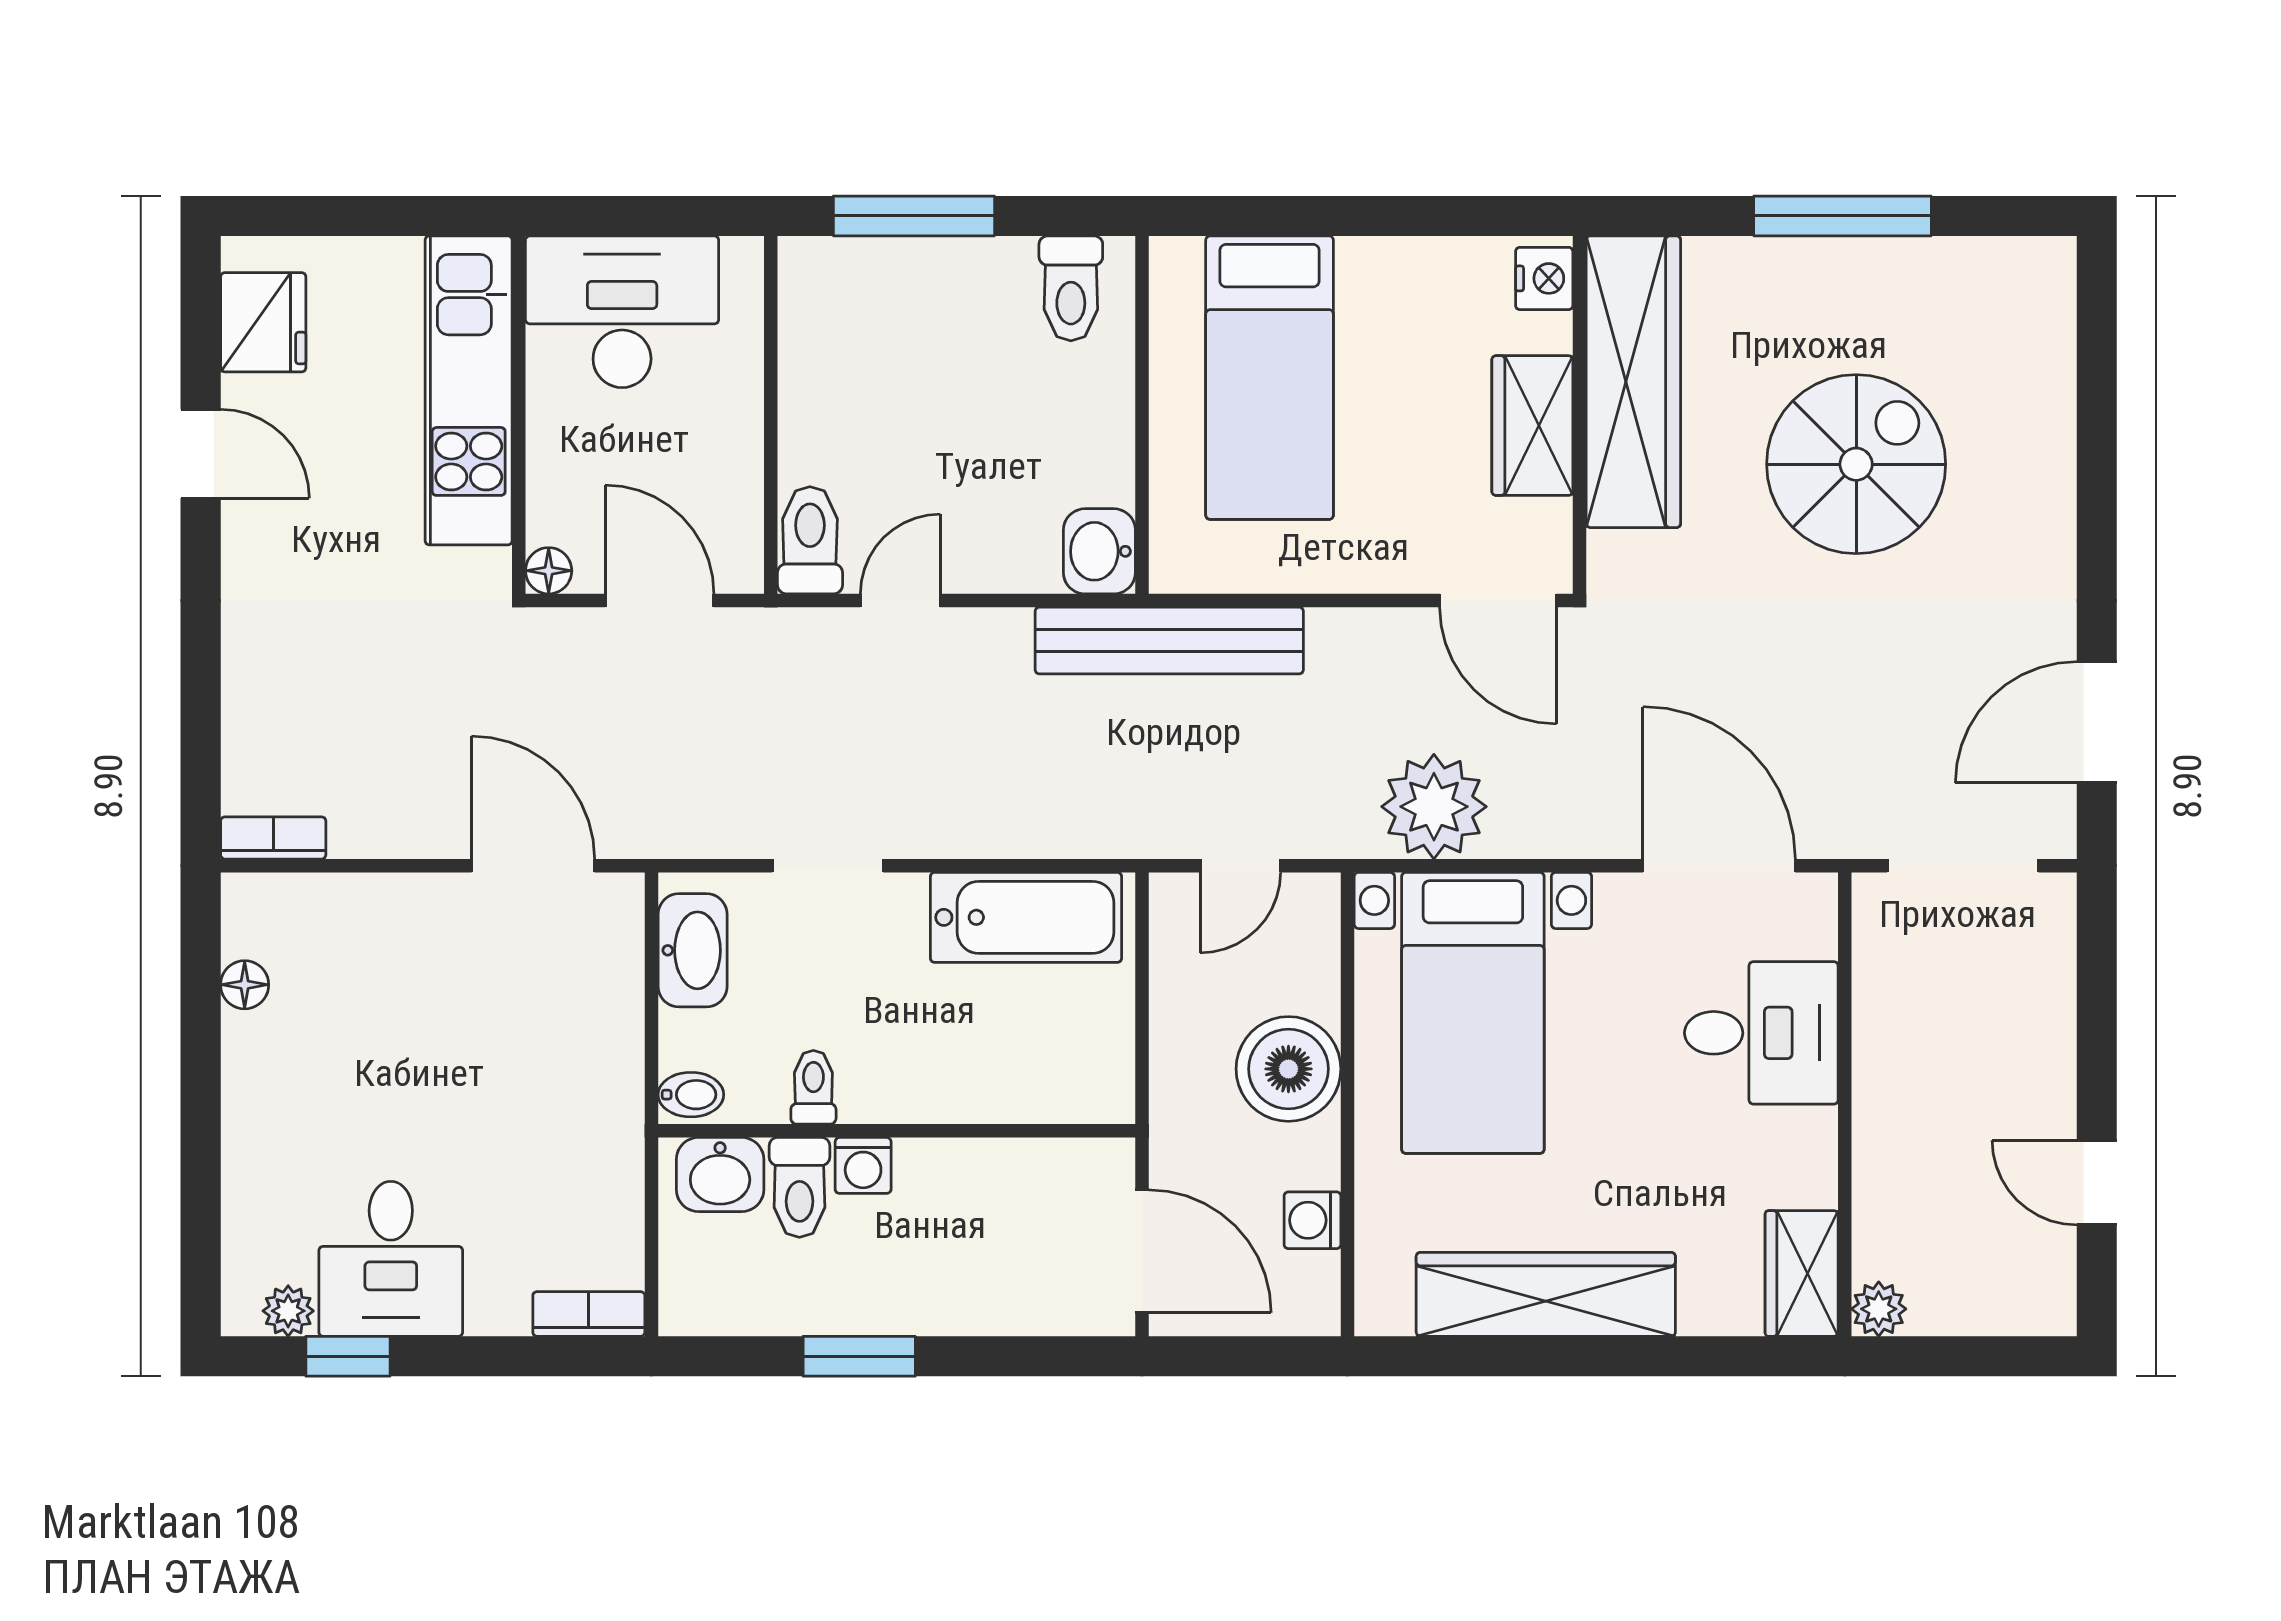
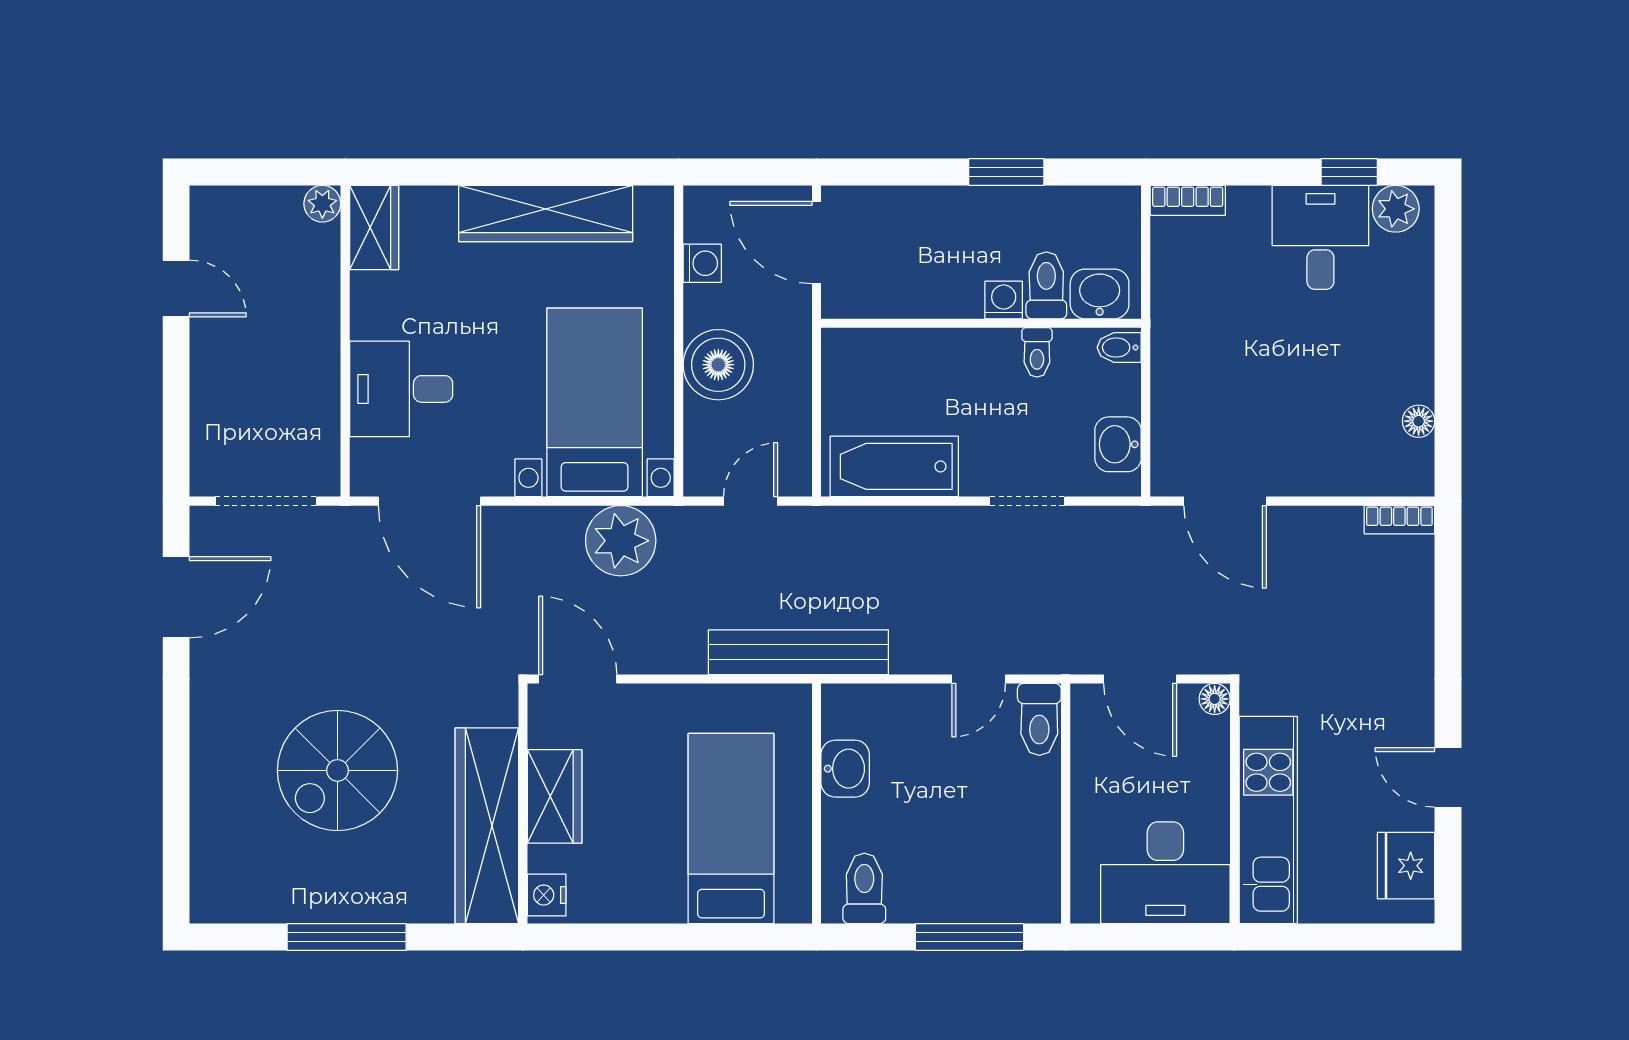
washbasin: (1099, 551) -> (845, 769), moved
washbasin: (693, 950) -> (1118, 444), width x0.72
plant: (288, 1311) -> (1396, 209), width x1.38, depth x1.38

